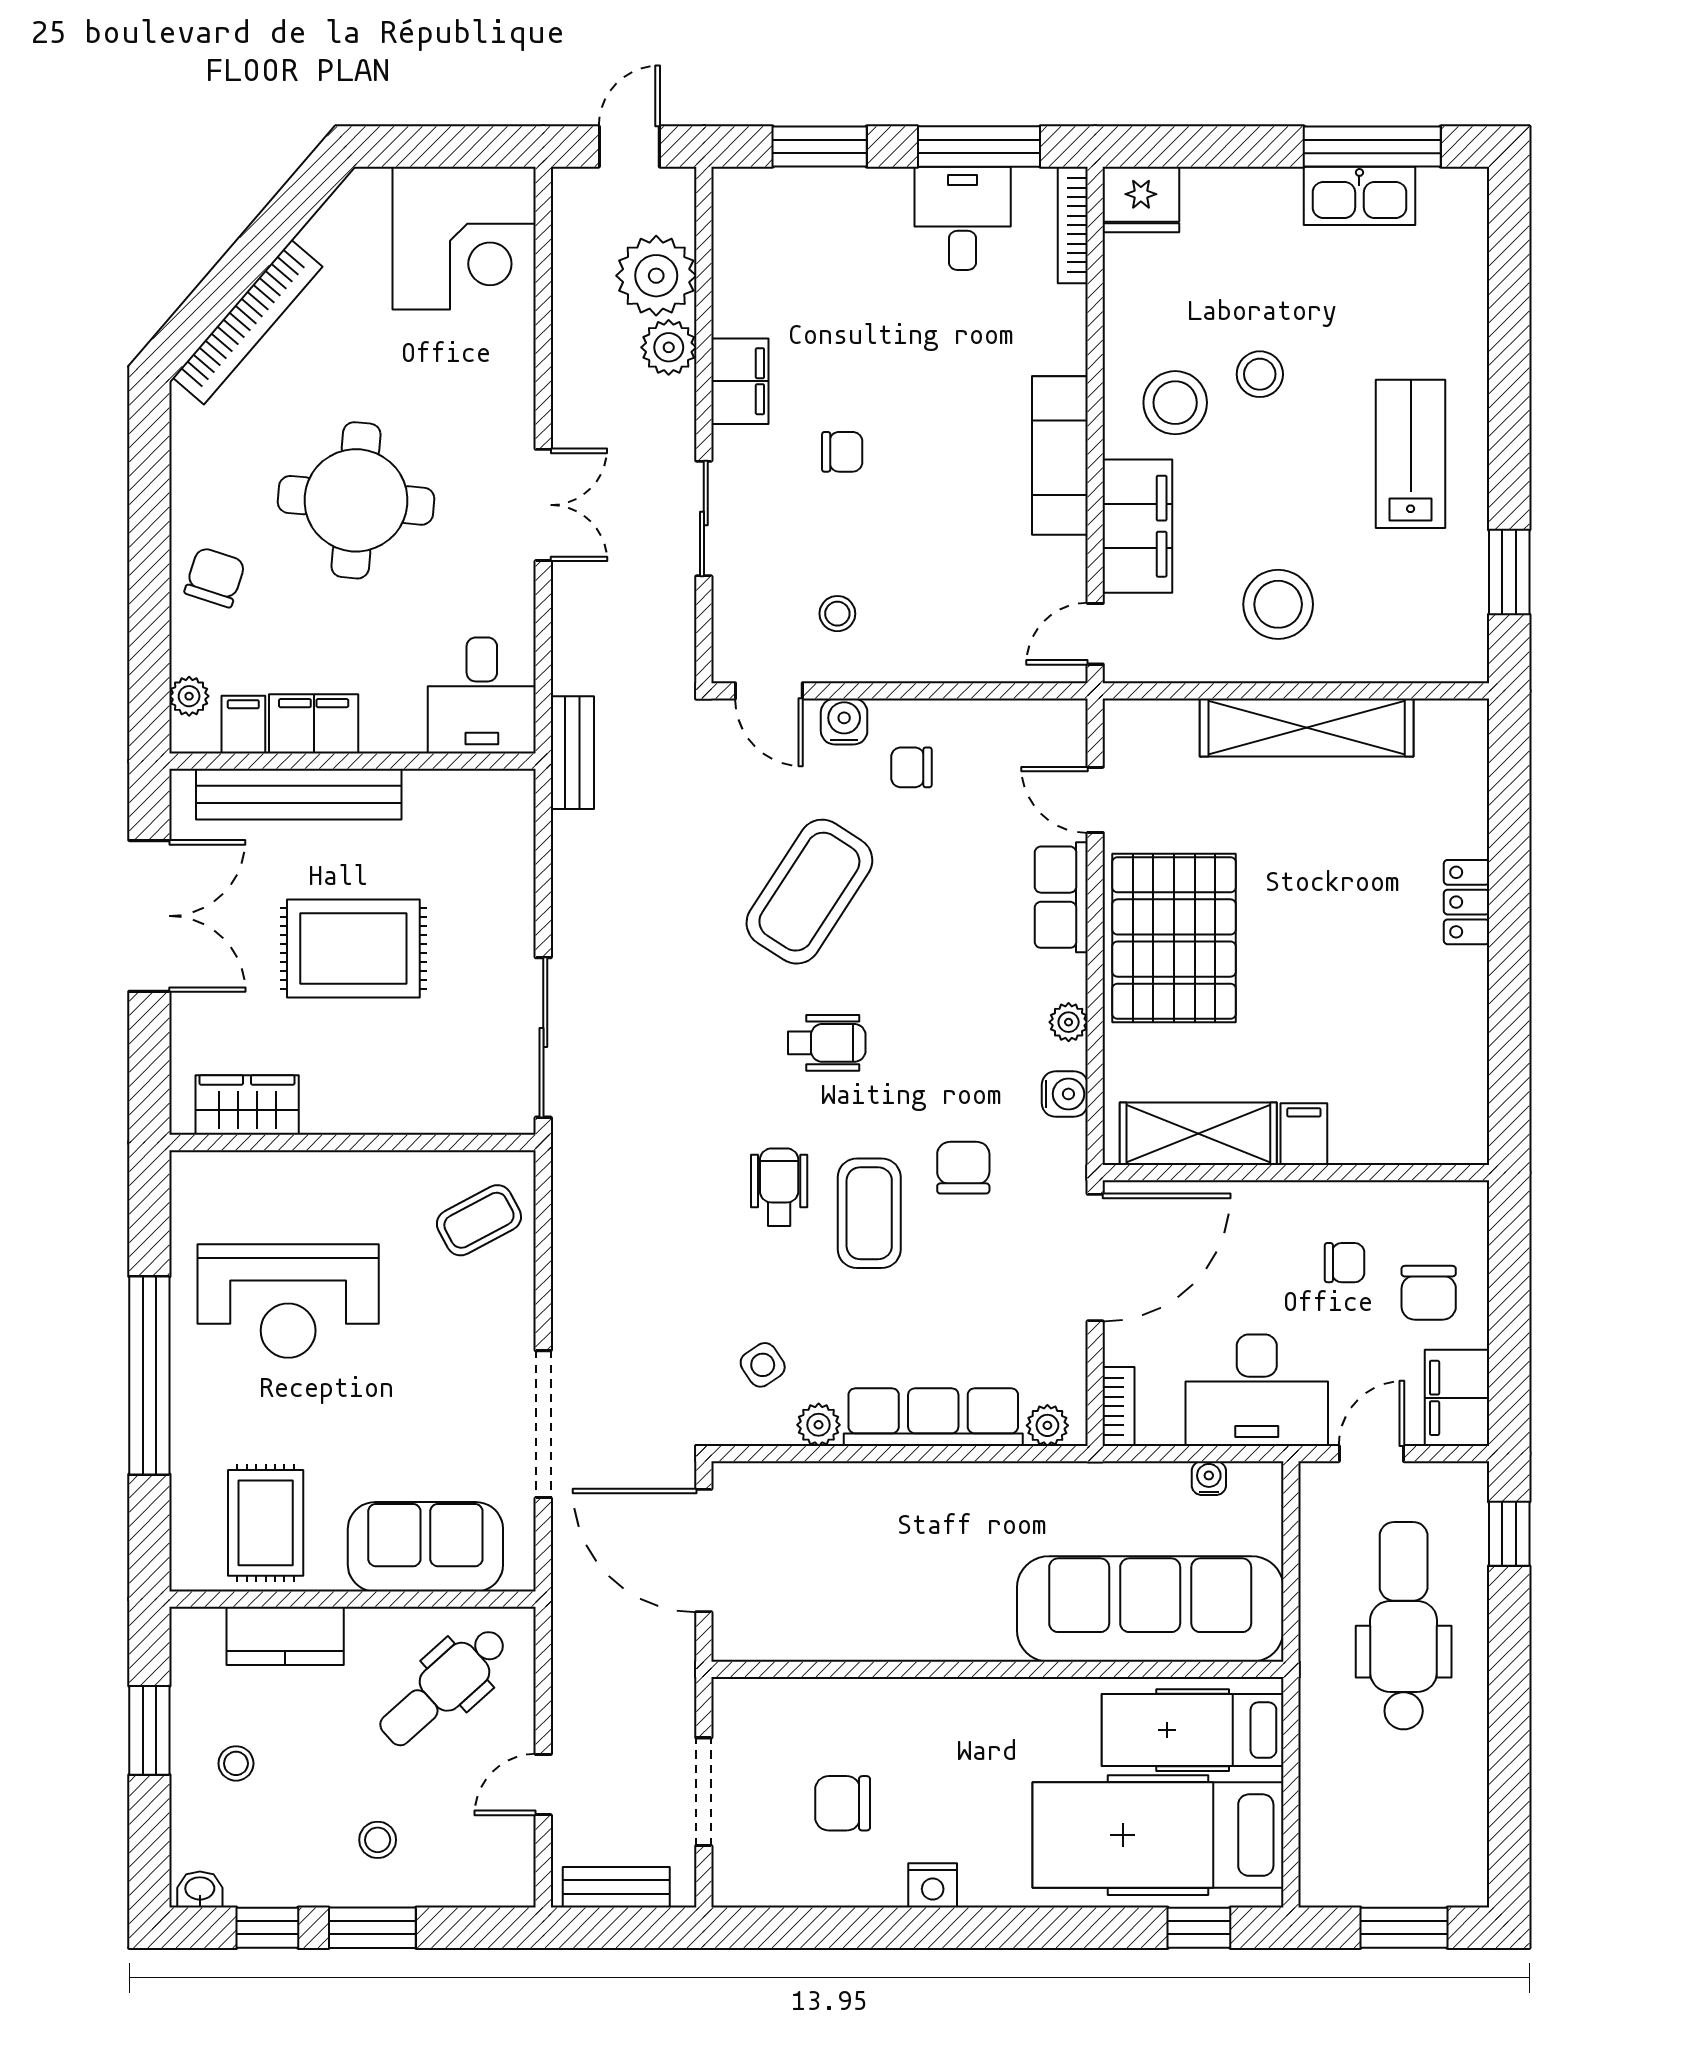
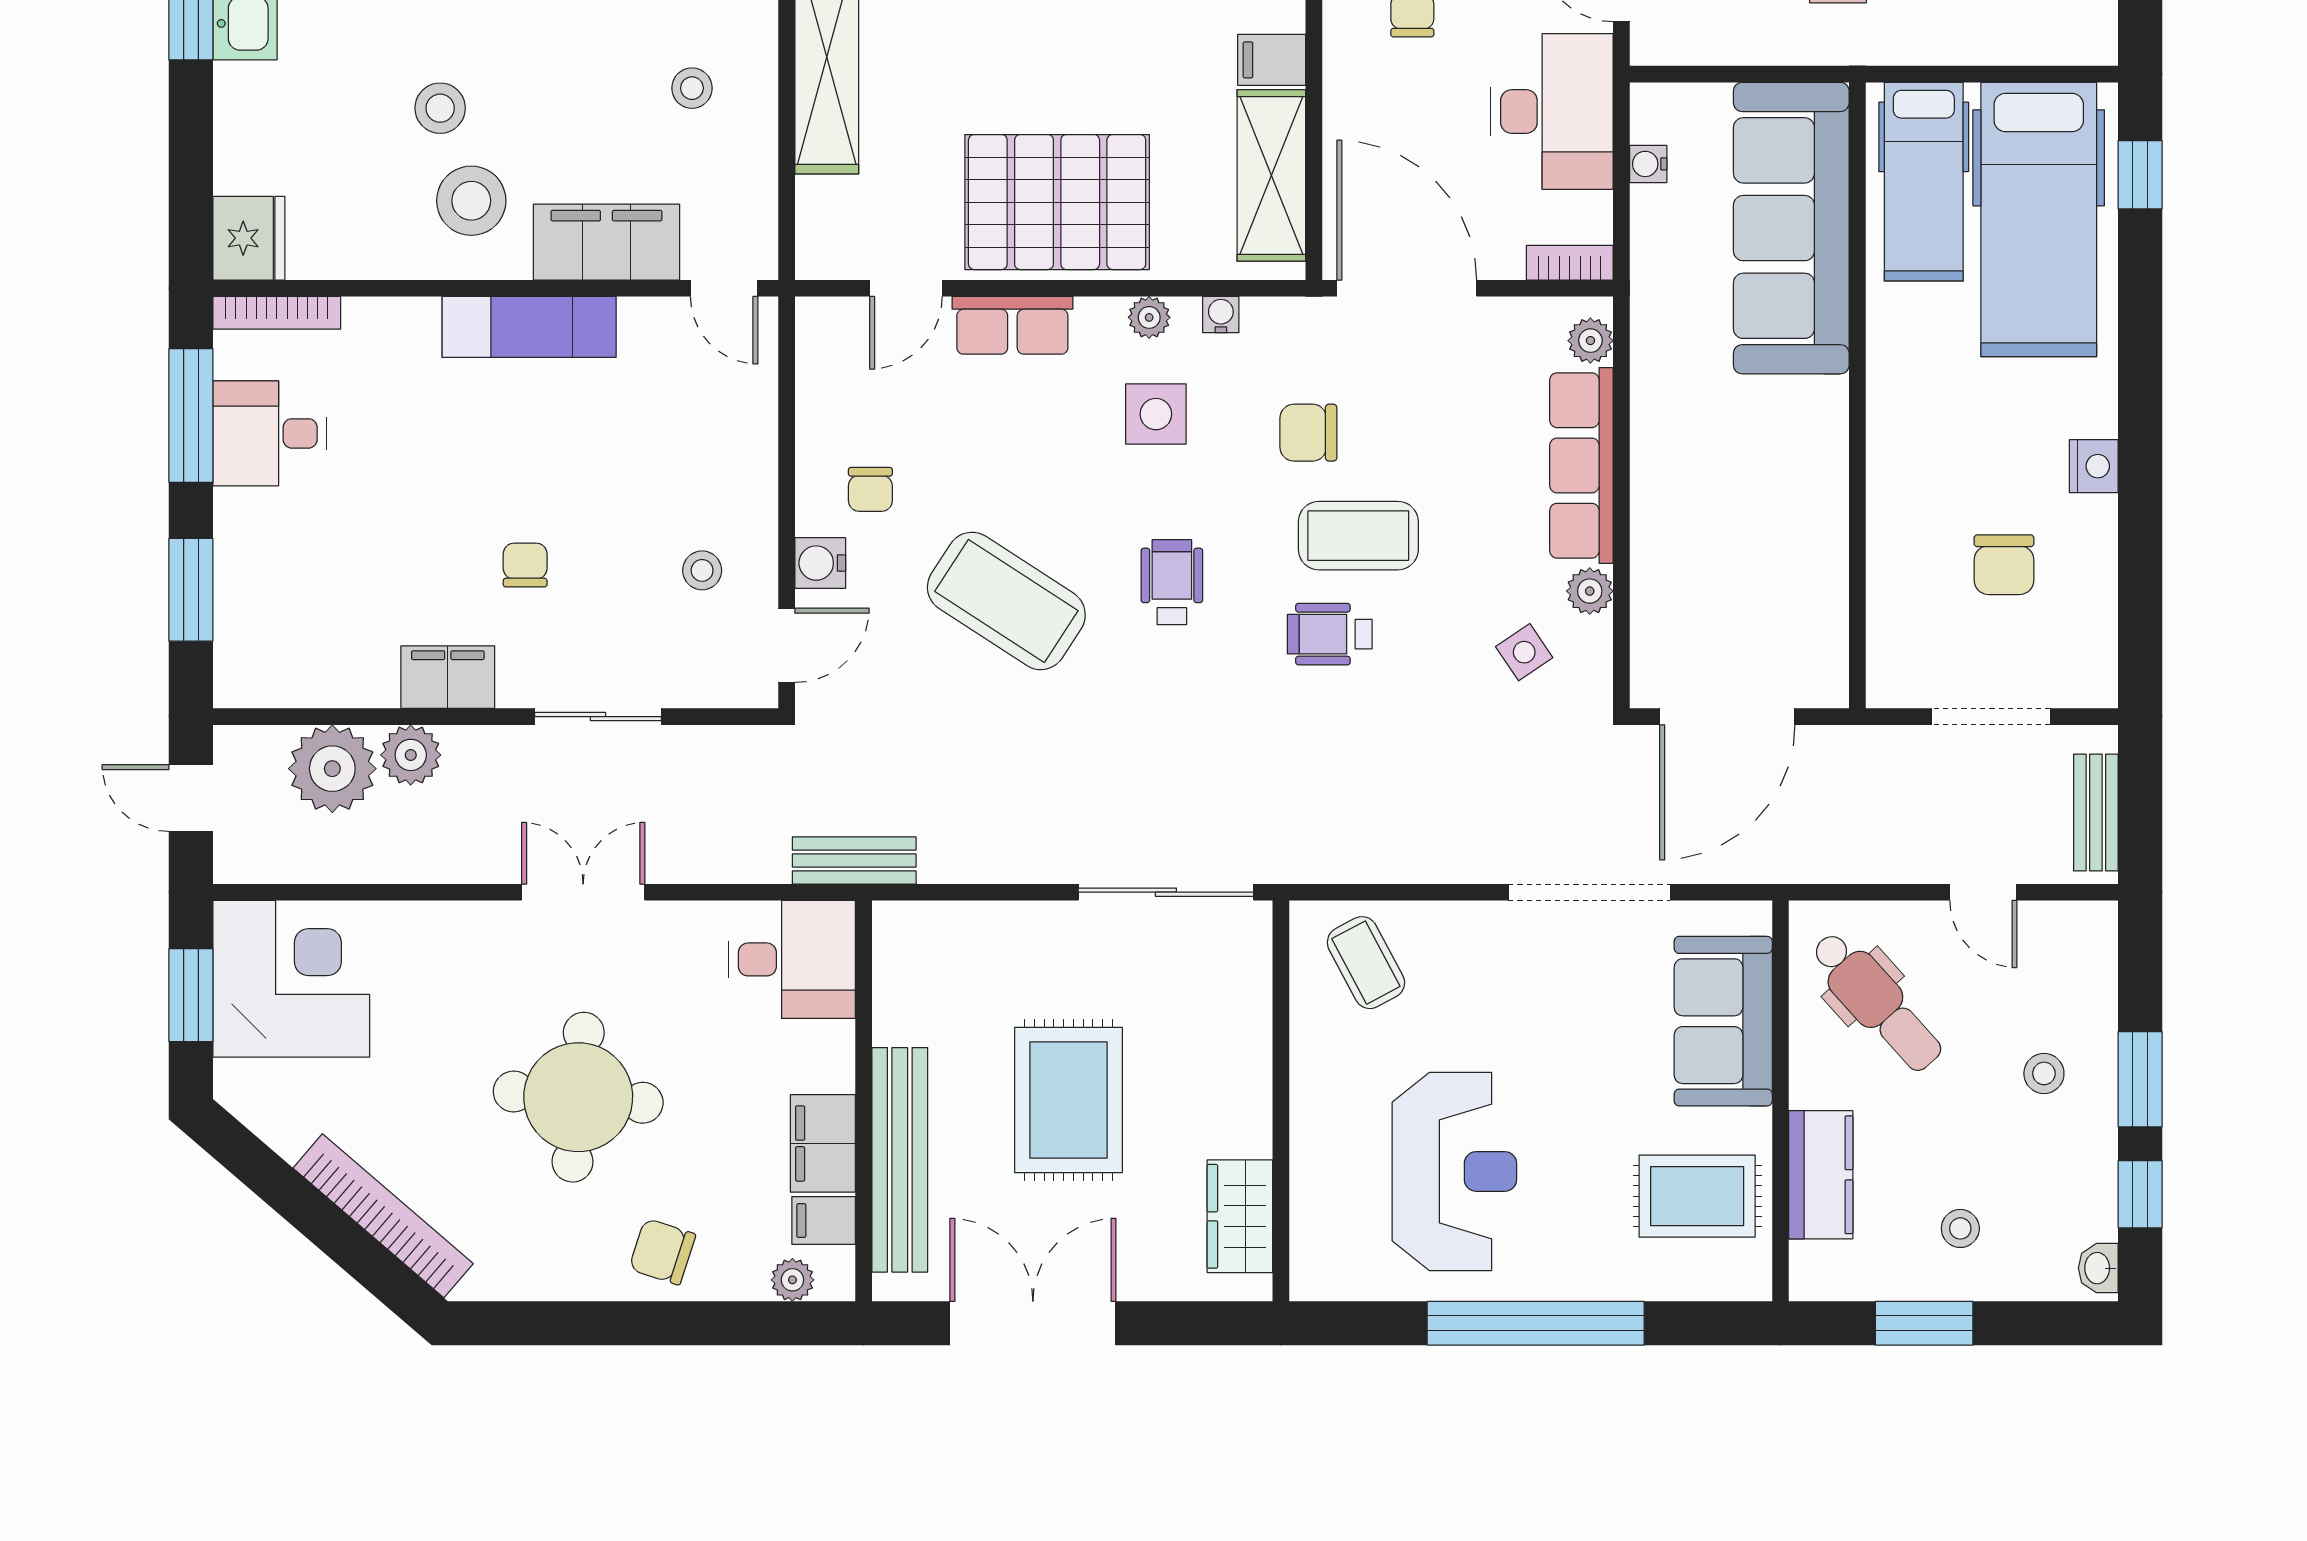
window: (449, 146) -> (191, 995), added
stool: (1278, 604) -> (692, 88), width x0.53, depth x0.53
side table: (980, 1028) -> (1156, 414), added
water cooler: (1065, 1094) -> (1221, 315), width x0.72, depth x0.72

